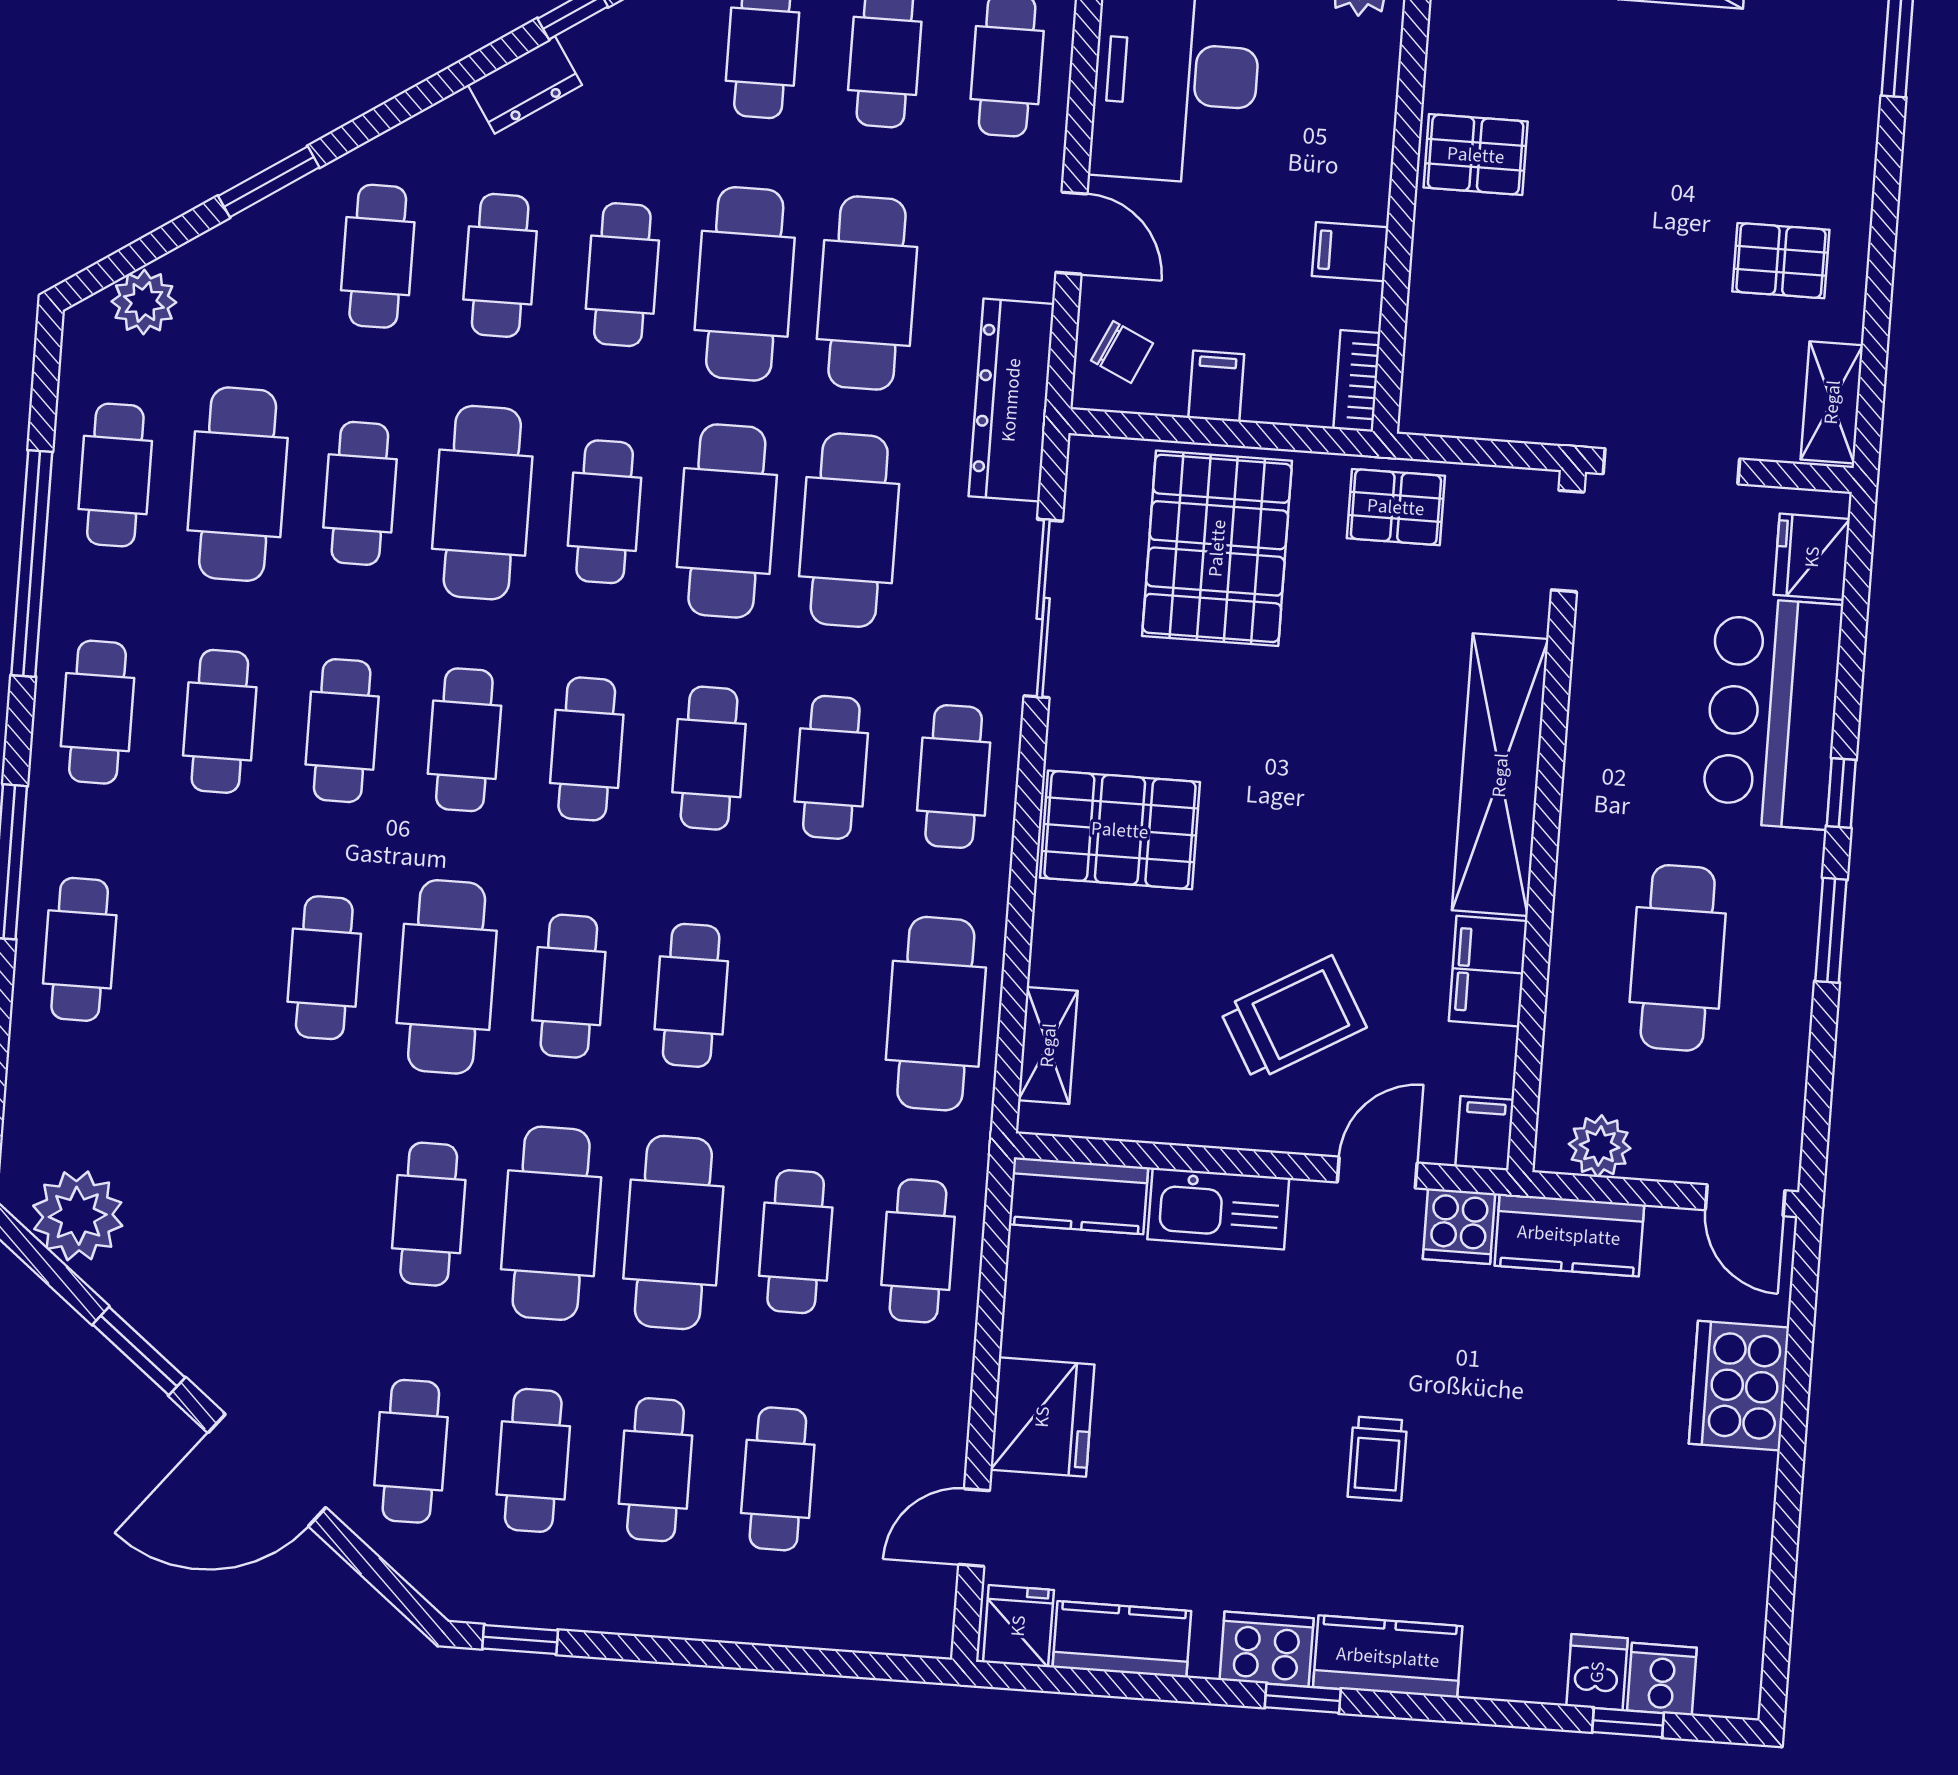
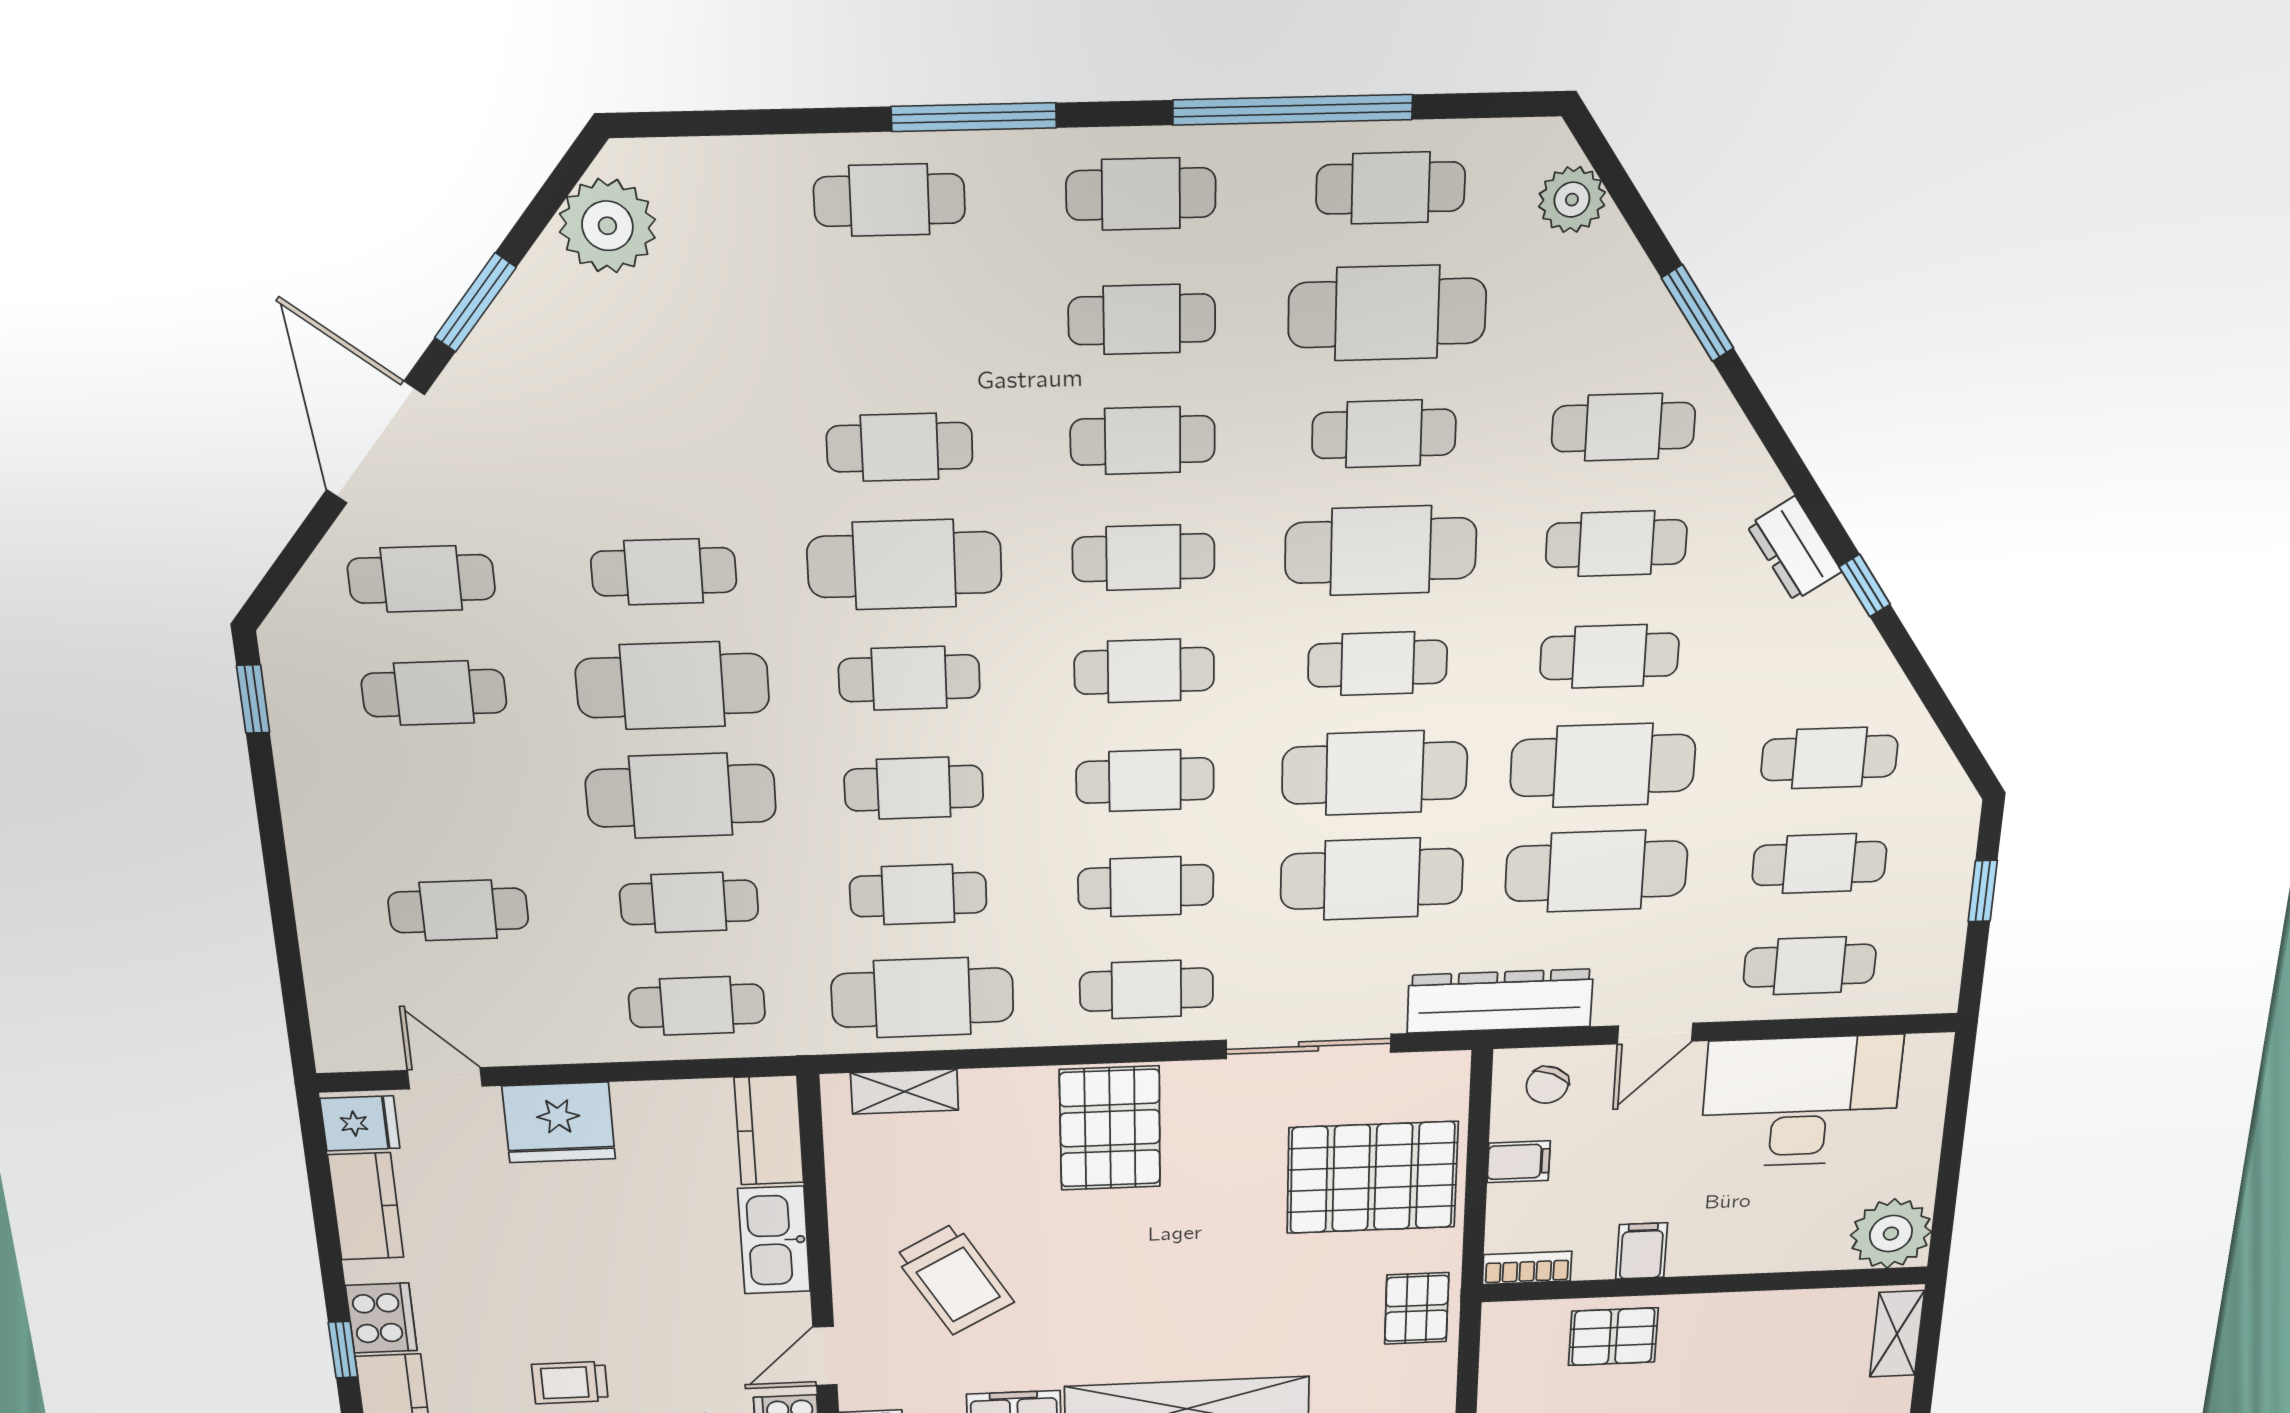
pallet: (1476, 155) -> (1613, 1337), moved, turned 90
door: (1377, 1173) -> (825, 1356), swing flipped
cafe table: (656, 1470) -> (918, 895), moved

